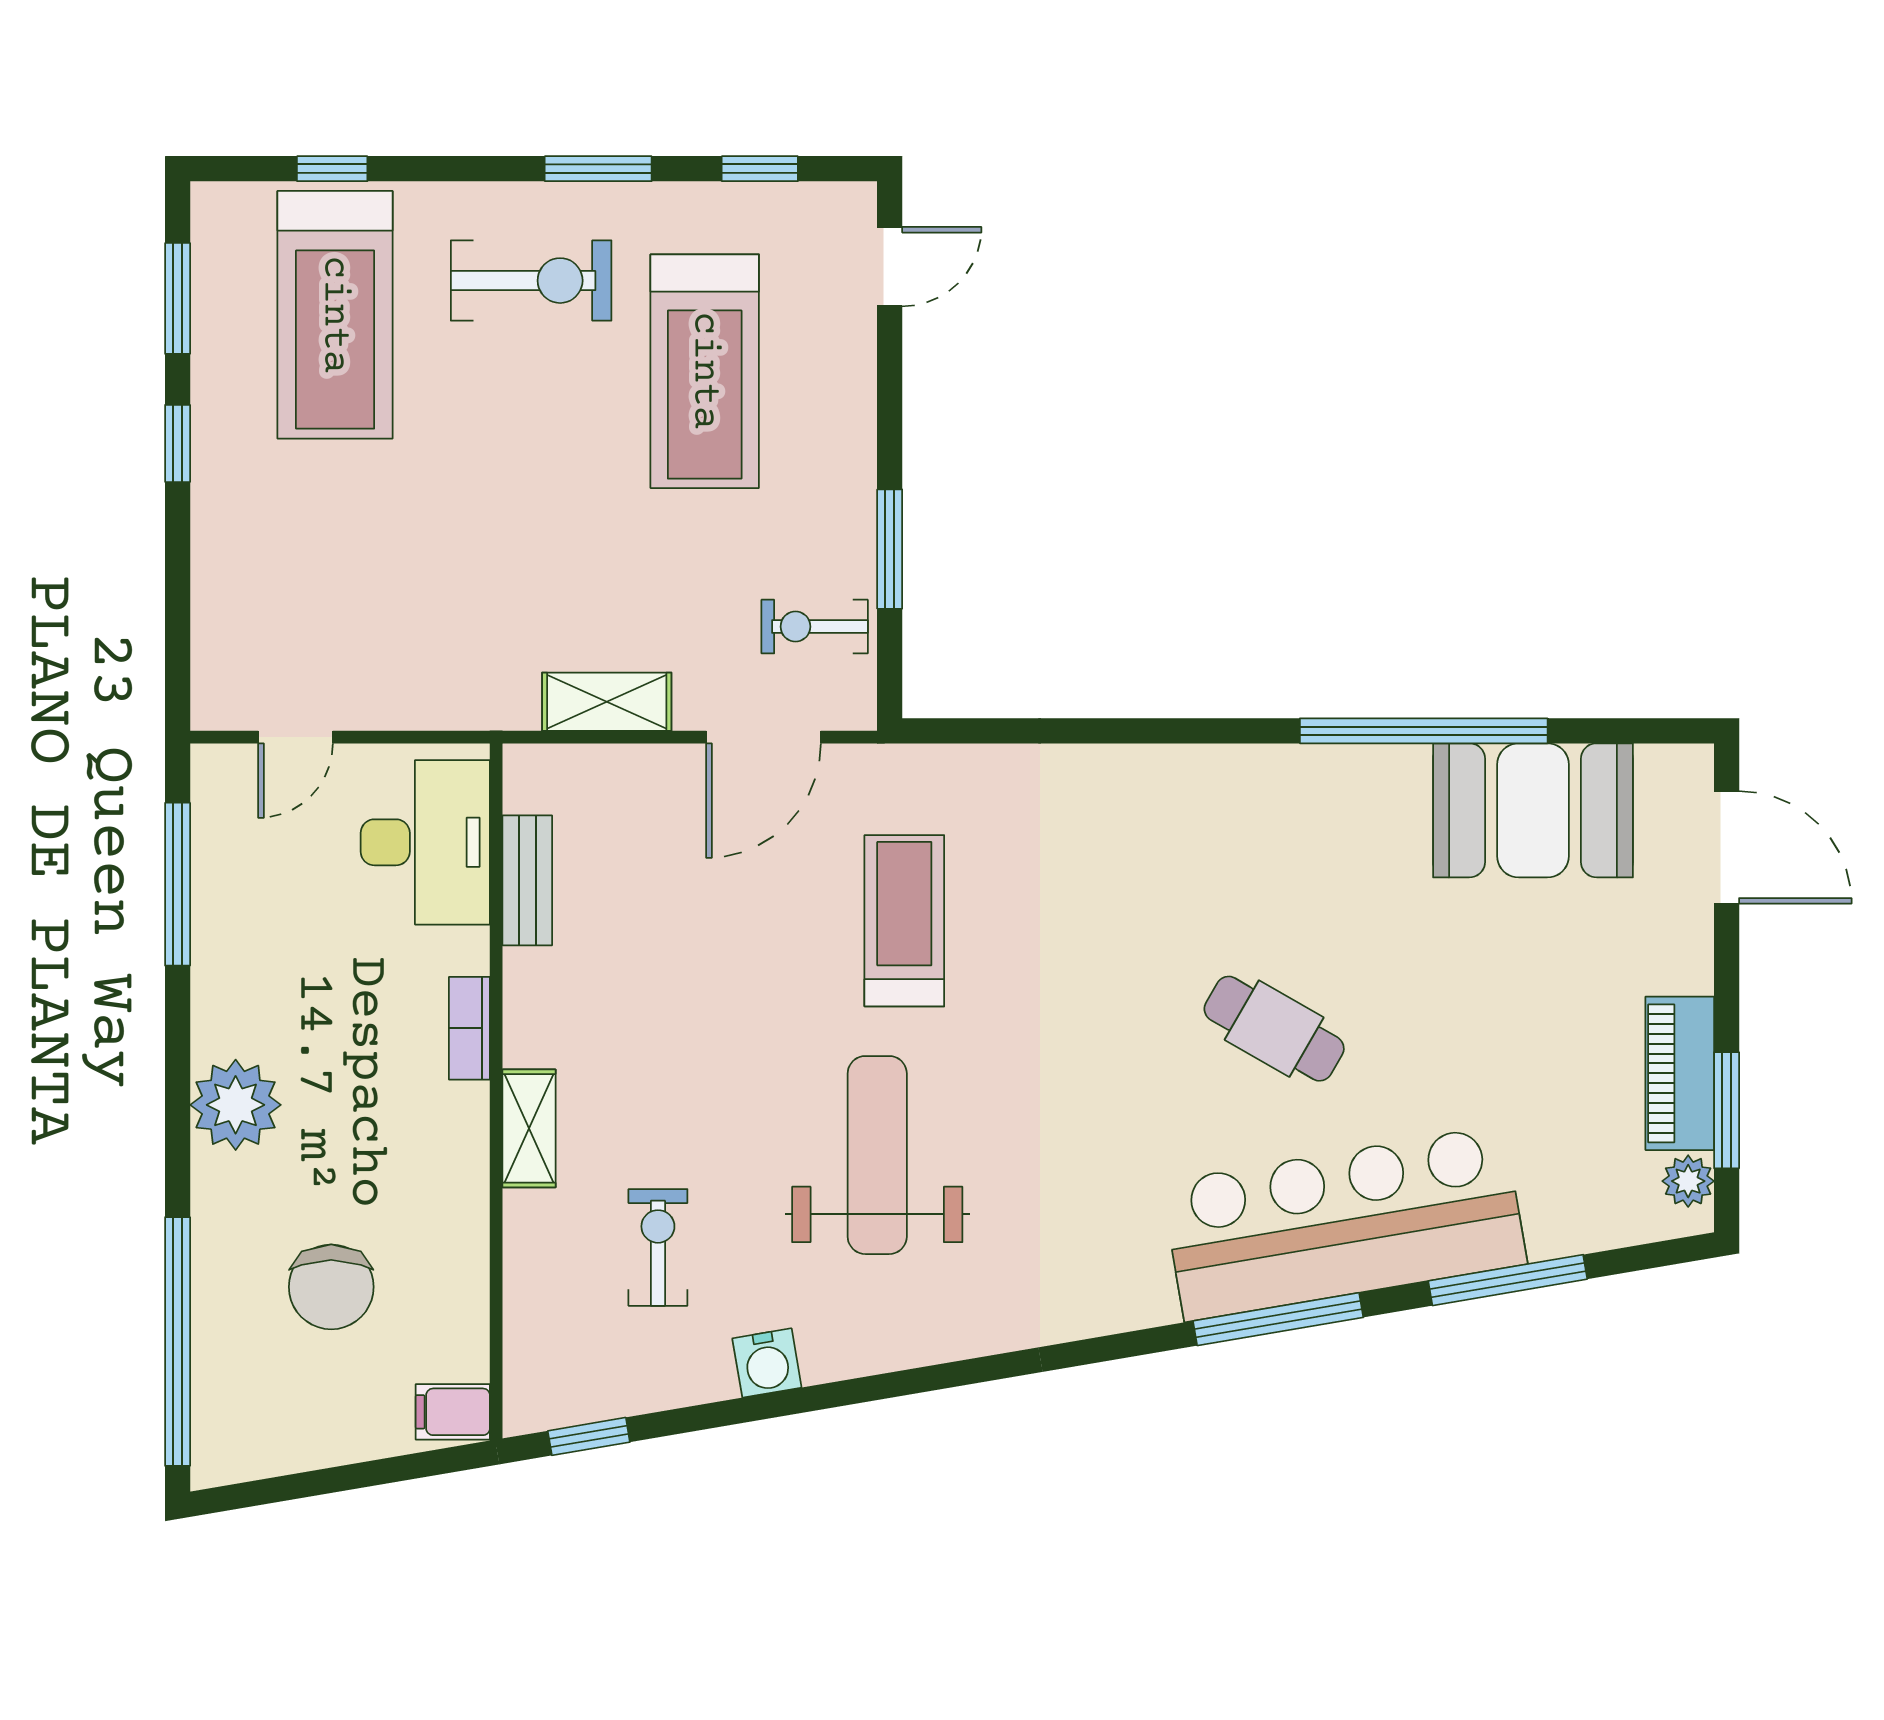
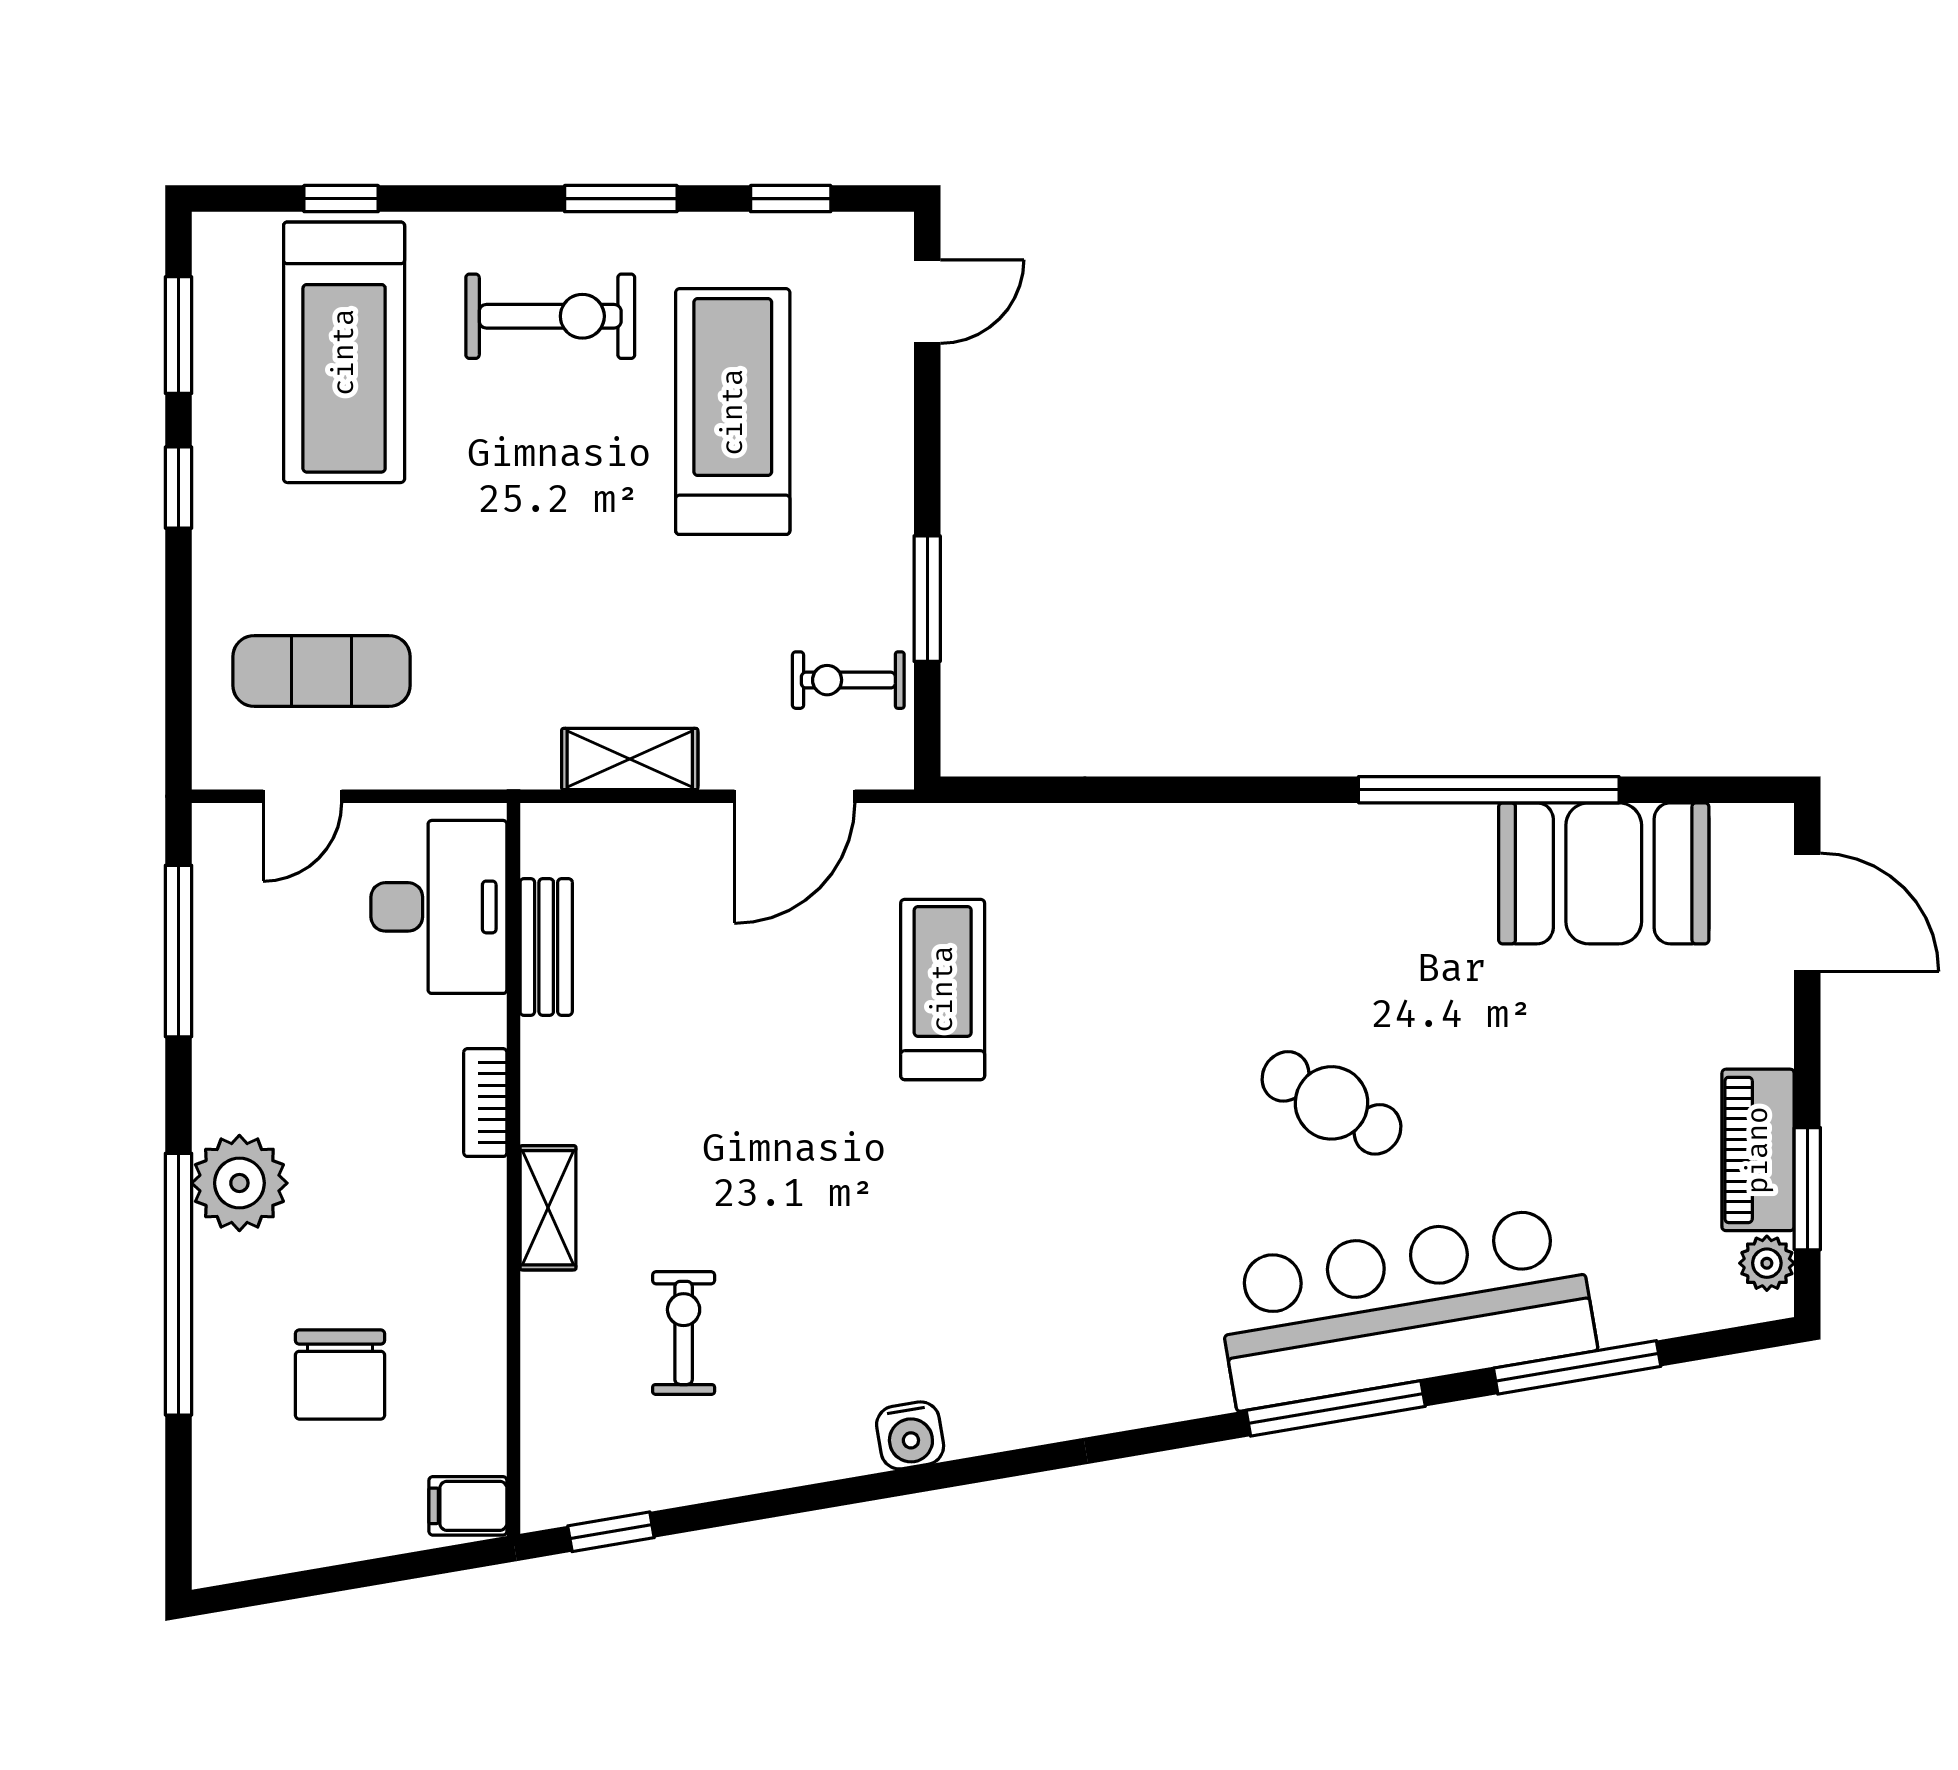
treadmill: (705, 371) -> (733, 412), turned 180
exercise mat: (314, 618) -> (322, 671), added
weight bench: (877, 1155) -> (914, 1236), removed
window: (178, 1342) -> (179, 1284), moved
water cooler: (767, 1363) -> (910, 1435), moved

